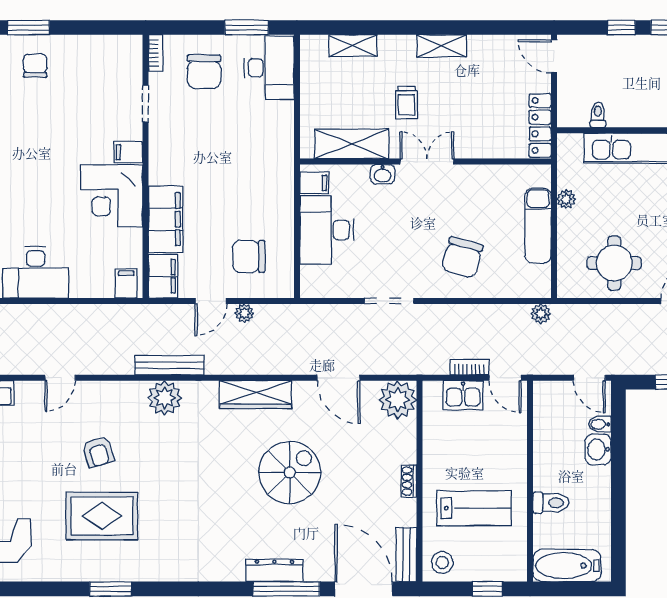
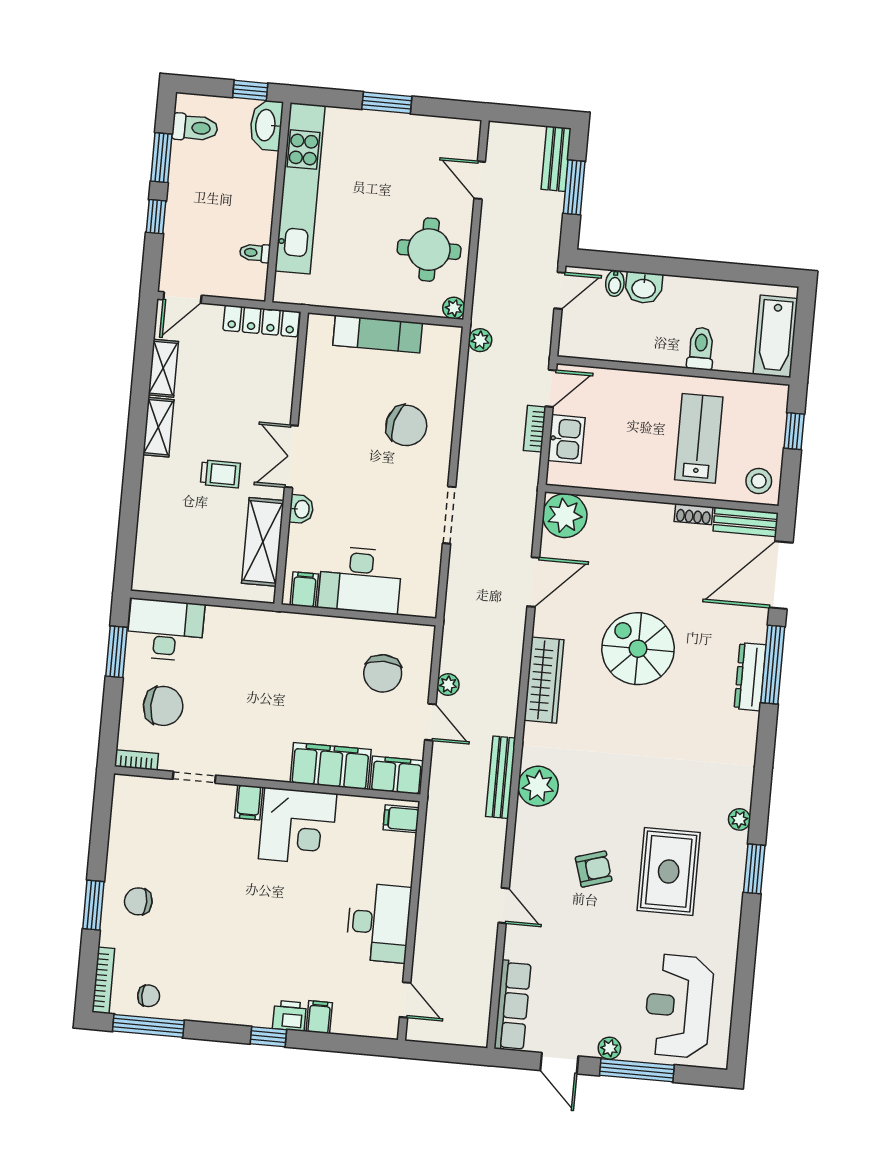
shelving: (353, 46) -> (163, 368), moved
plant: (566, 199) -> (454, 308), moved
shoe rack: (409, 481) -> (694, 514), moved
plant: (152, 572) -> (739, 819), added

